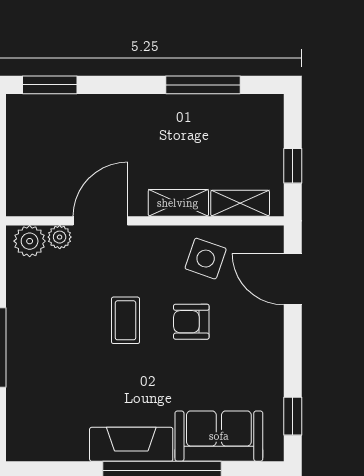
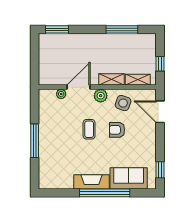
plant: (30, 241) -> (101, 96), moved

